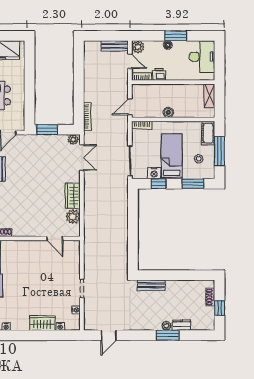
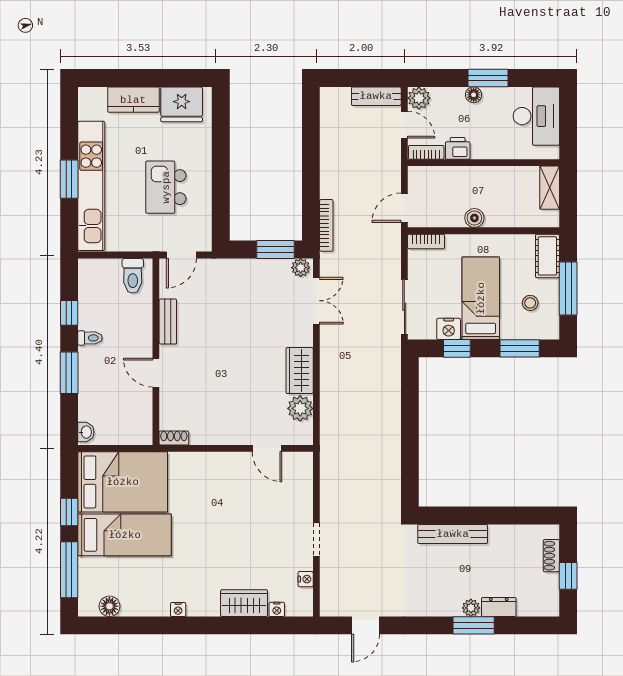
window: (47, 130) -> (276, 249), moved
bench: (151, 285) -> (453, 534), width x1.36

